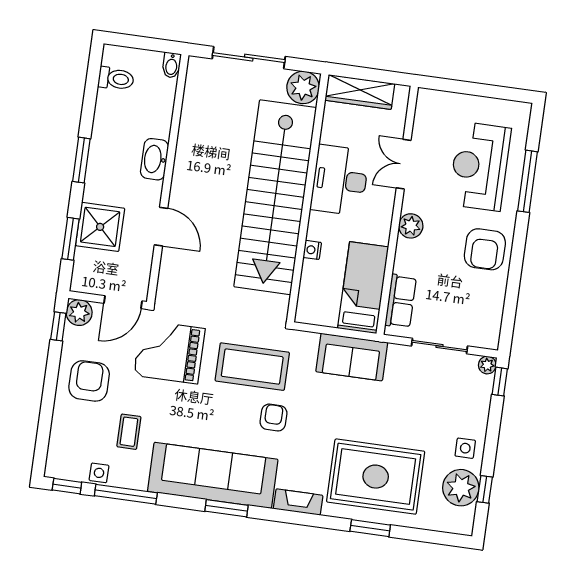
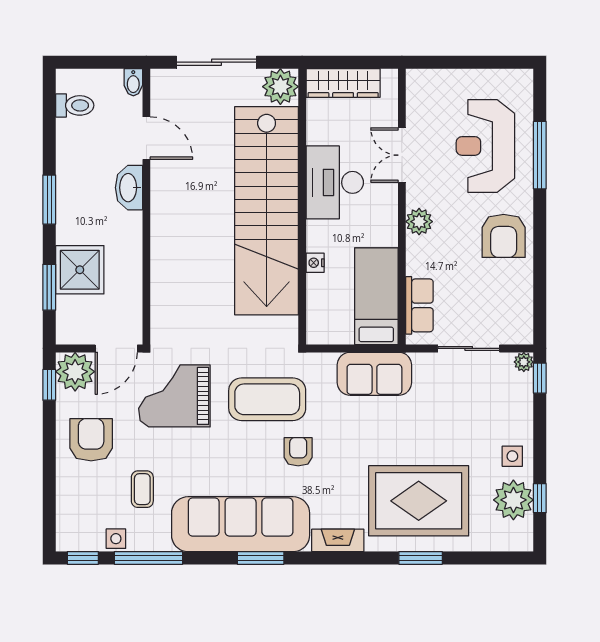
door: (161, 227) -> (146, 138), moved
plant: (79, 313) -> (75, 372), width x1.36, depth x1.36

